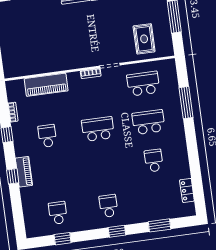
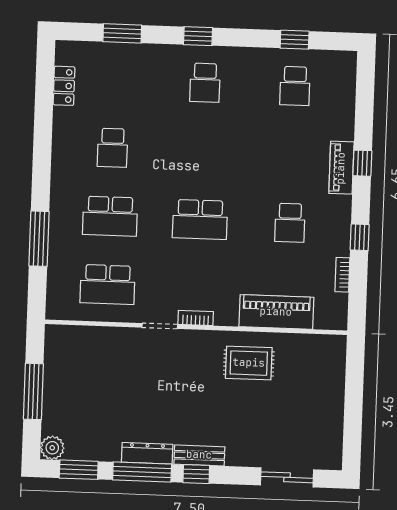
rug: (144, 39) -> (249, 363), moved, turned 90

